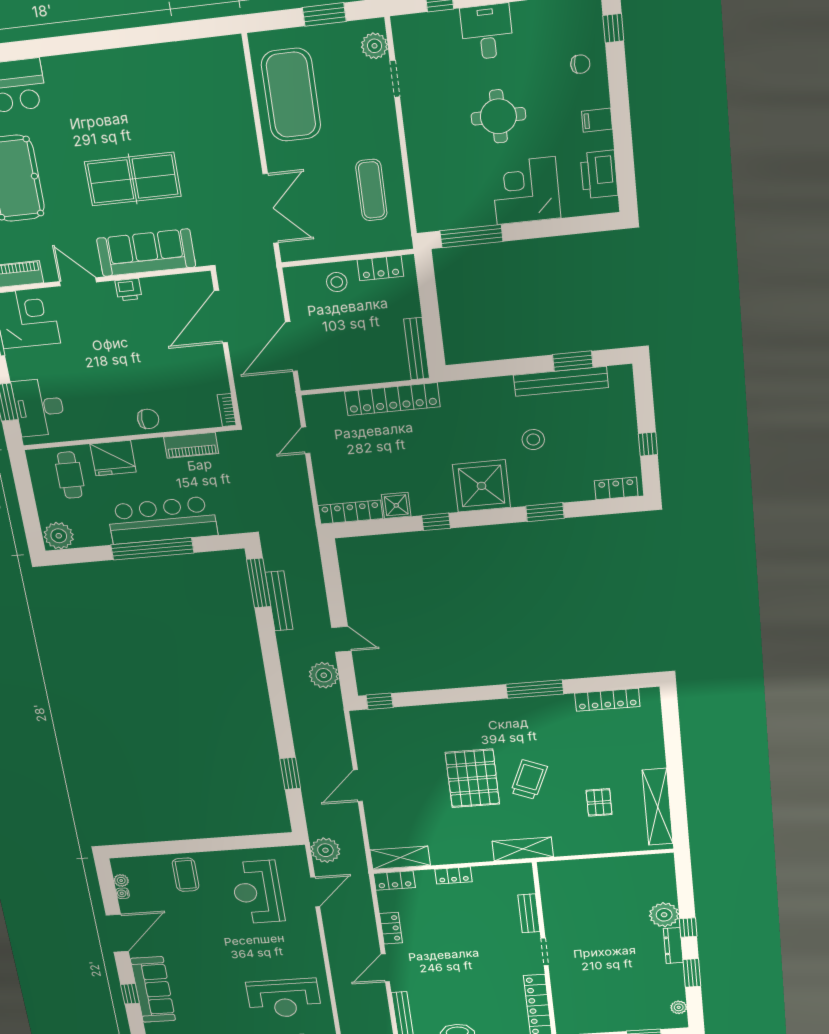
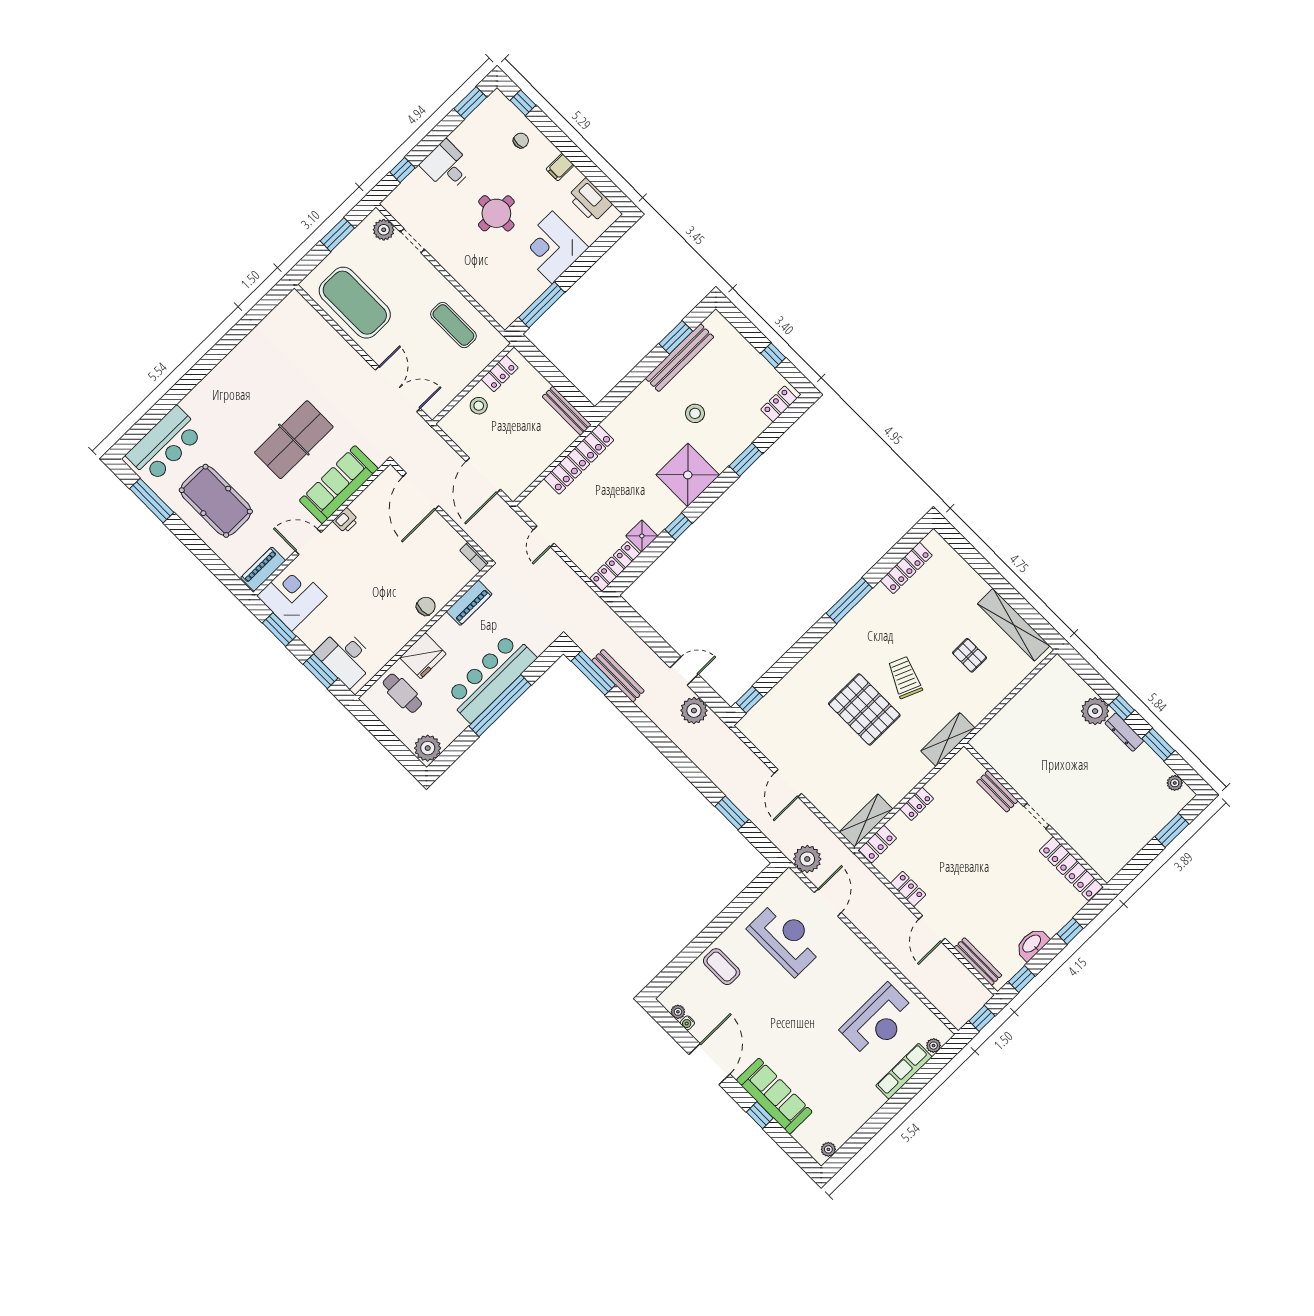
reception desk: (257, 892) -> (786, 938), turned 180

